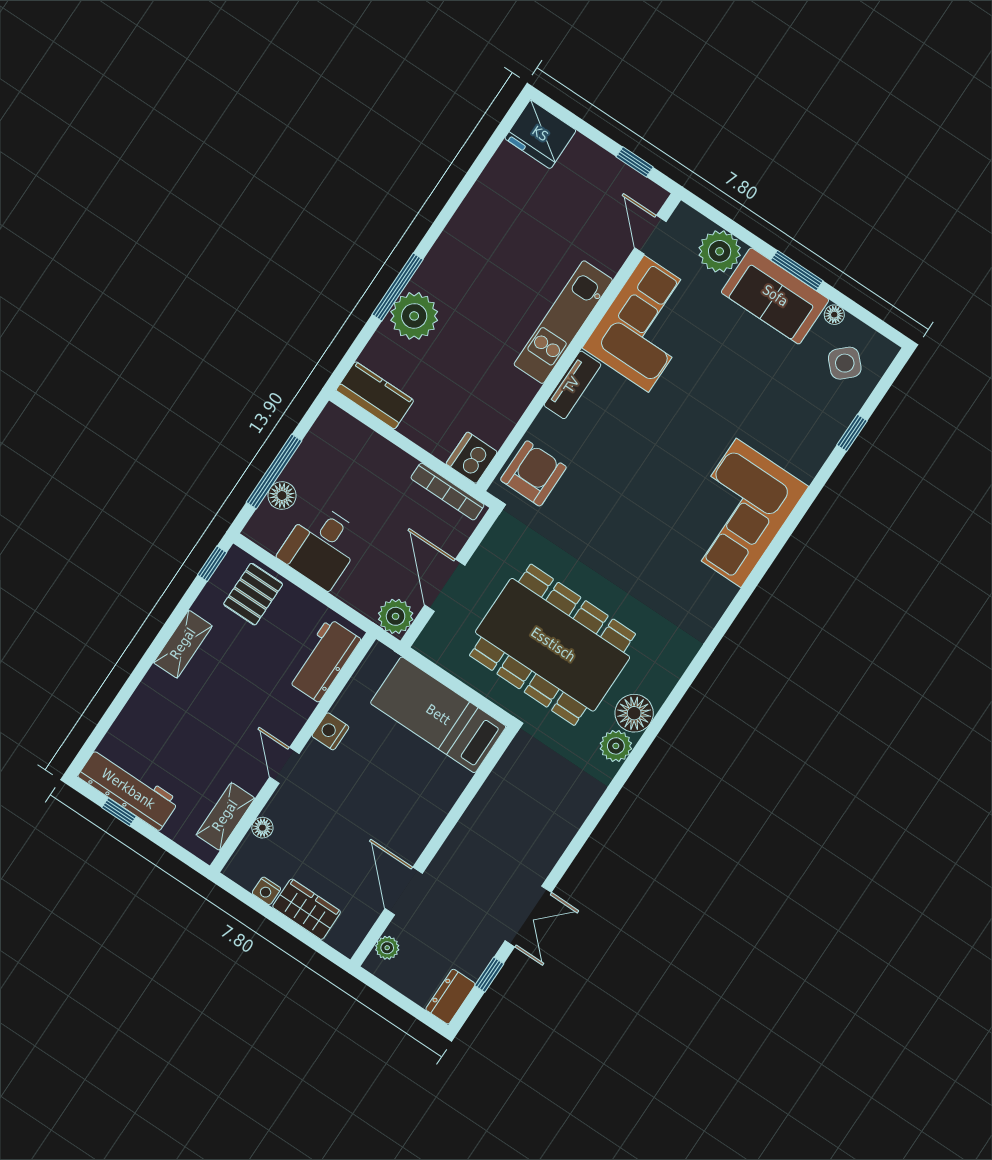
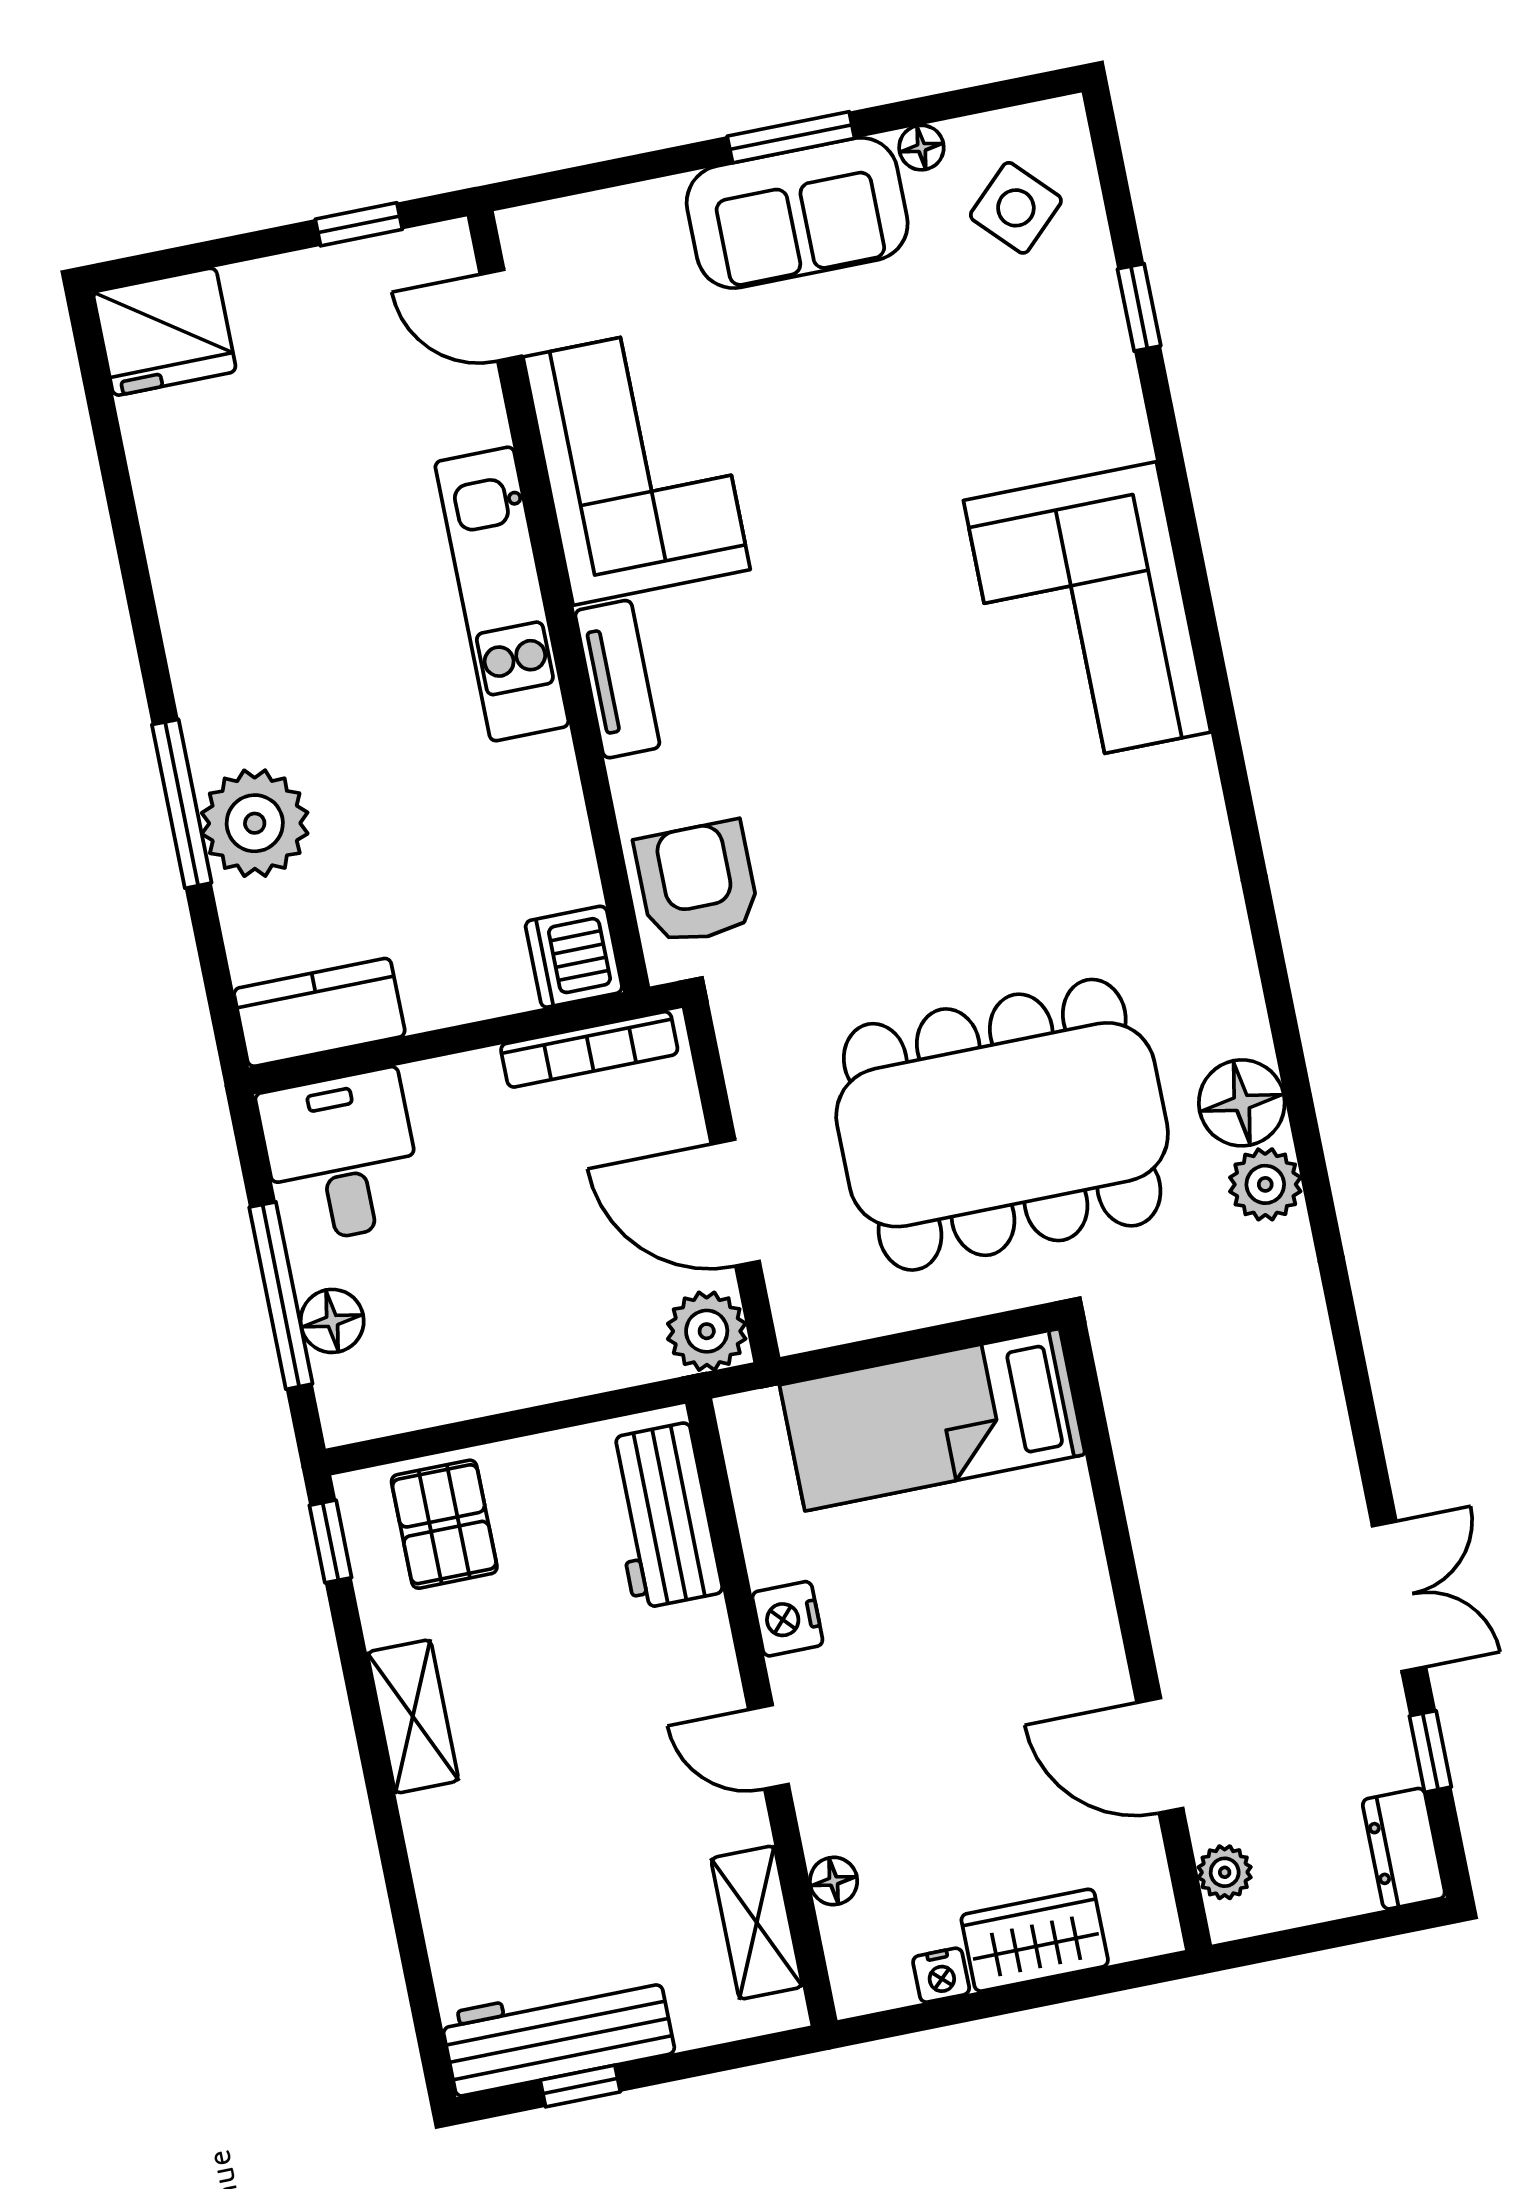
plant: (720, 251) -> (637, 231), removed
desk: (321, 546) -> (341, 1157), moved, turned 180

